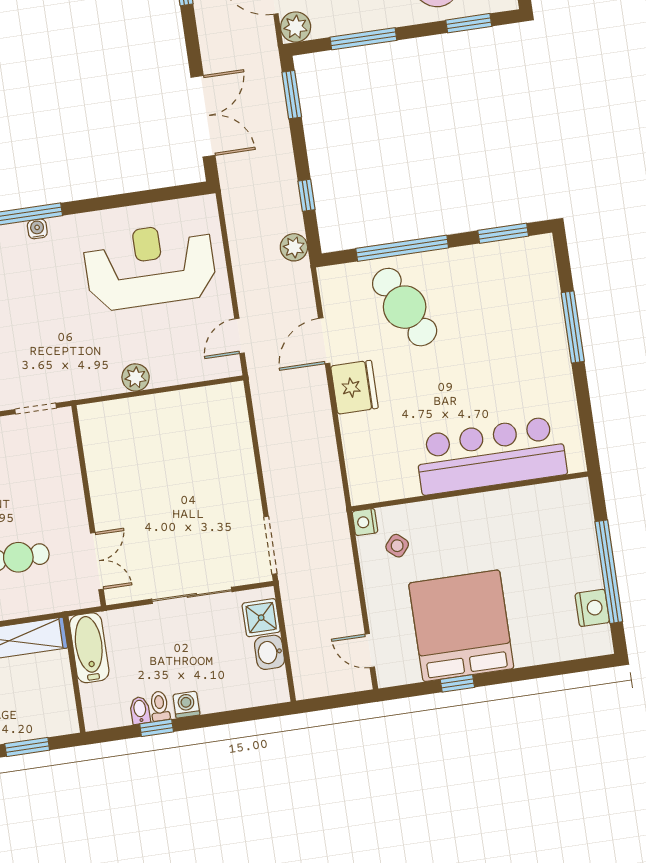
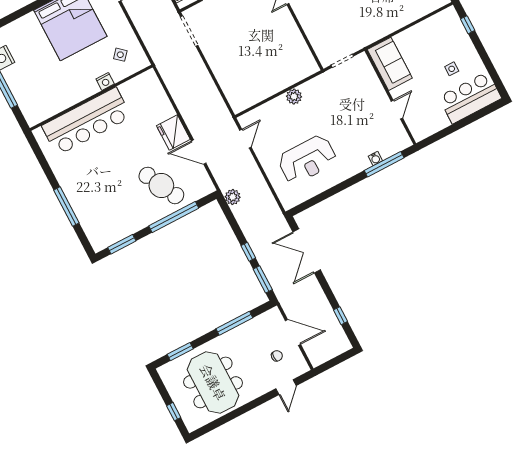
plant: (296, 27) -> (273, 317), removed
window: (307, 195) -> (248, 252), moved
reception desk: (150, 266) -> (307, 160), width x0.74, depth x0.77
door: (324, 341) -> (199, 152), swing flipped
nightstand: (365, 522) -> (105, 81), moved, turned 90

